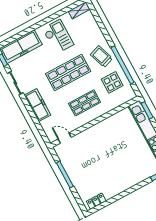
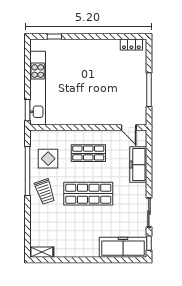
checkout: (58, 37) -> (79, 237), removed
freezer: (38, 105) -> (138, 165), moved

